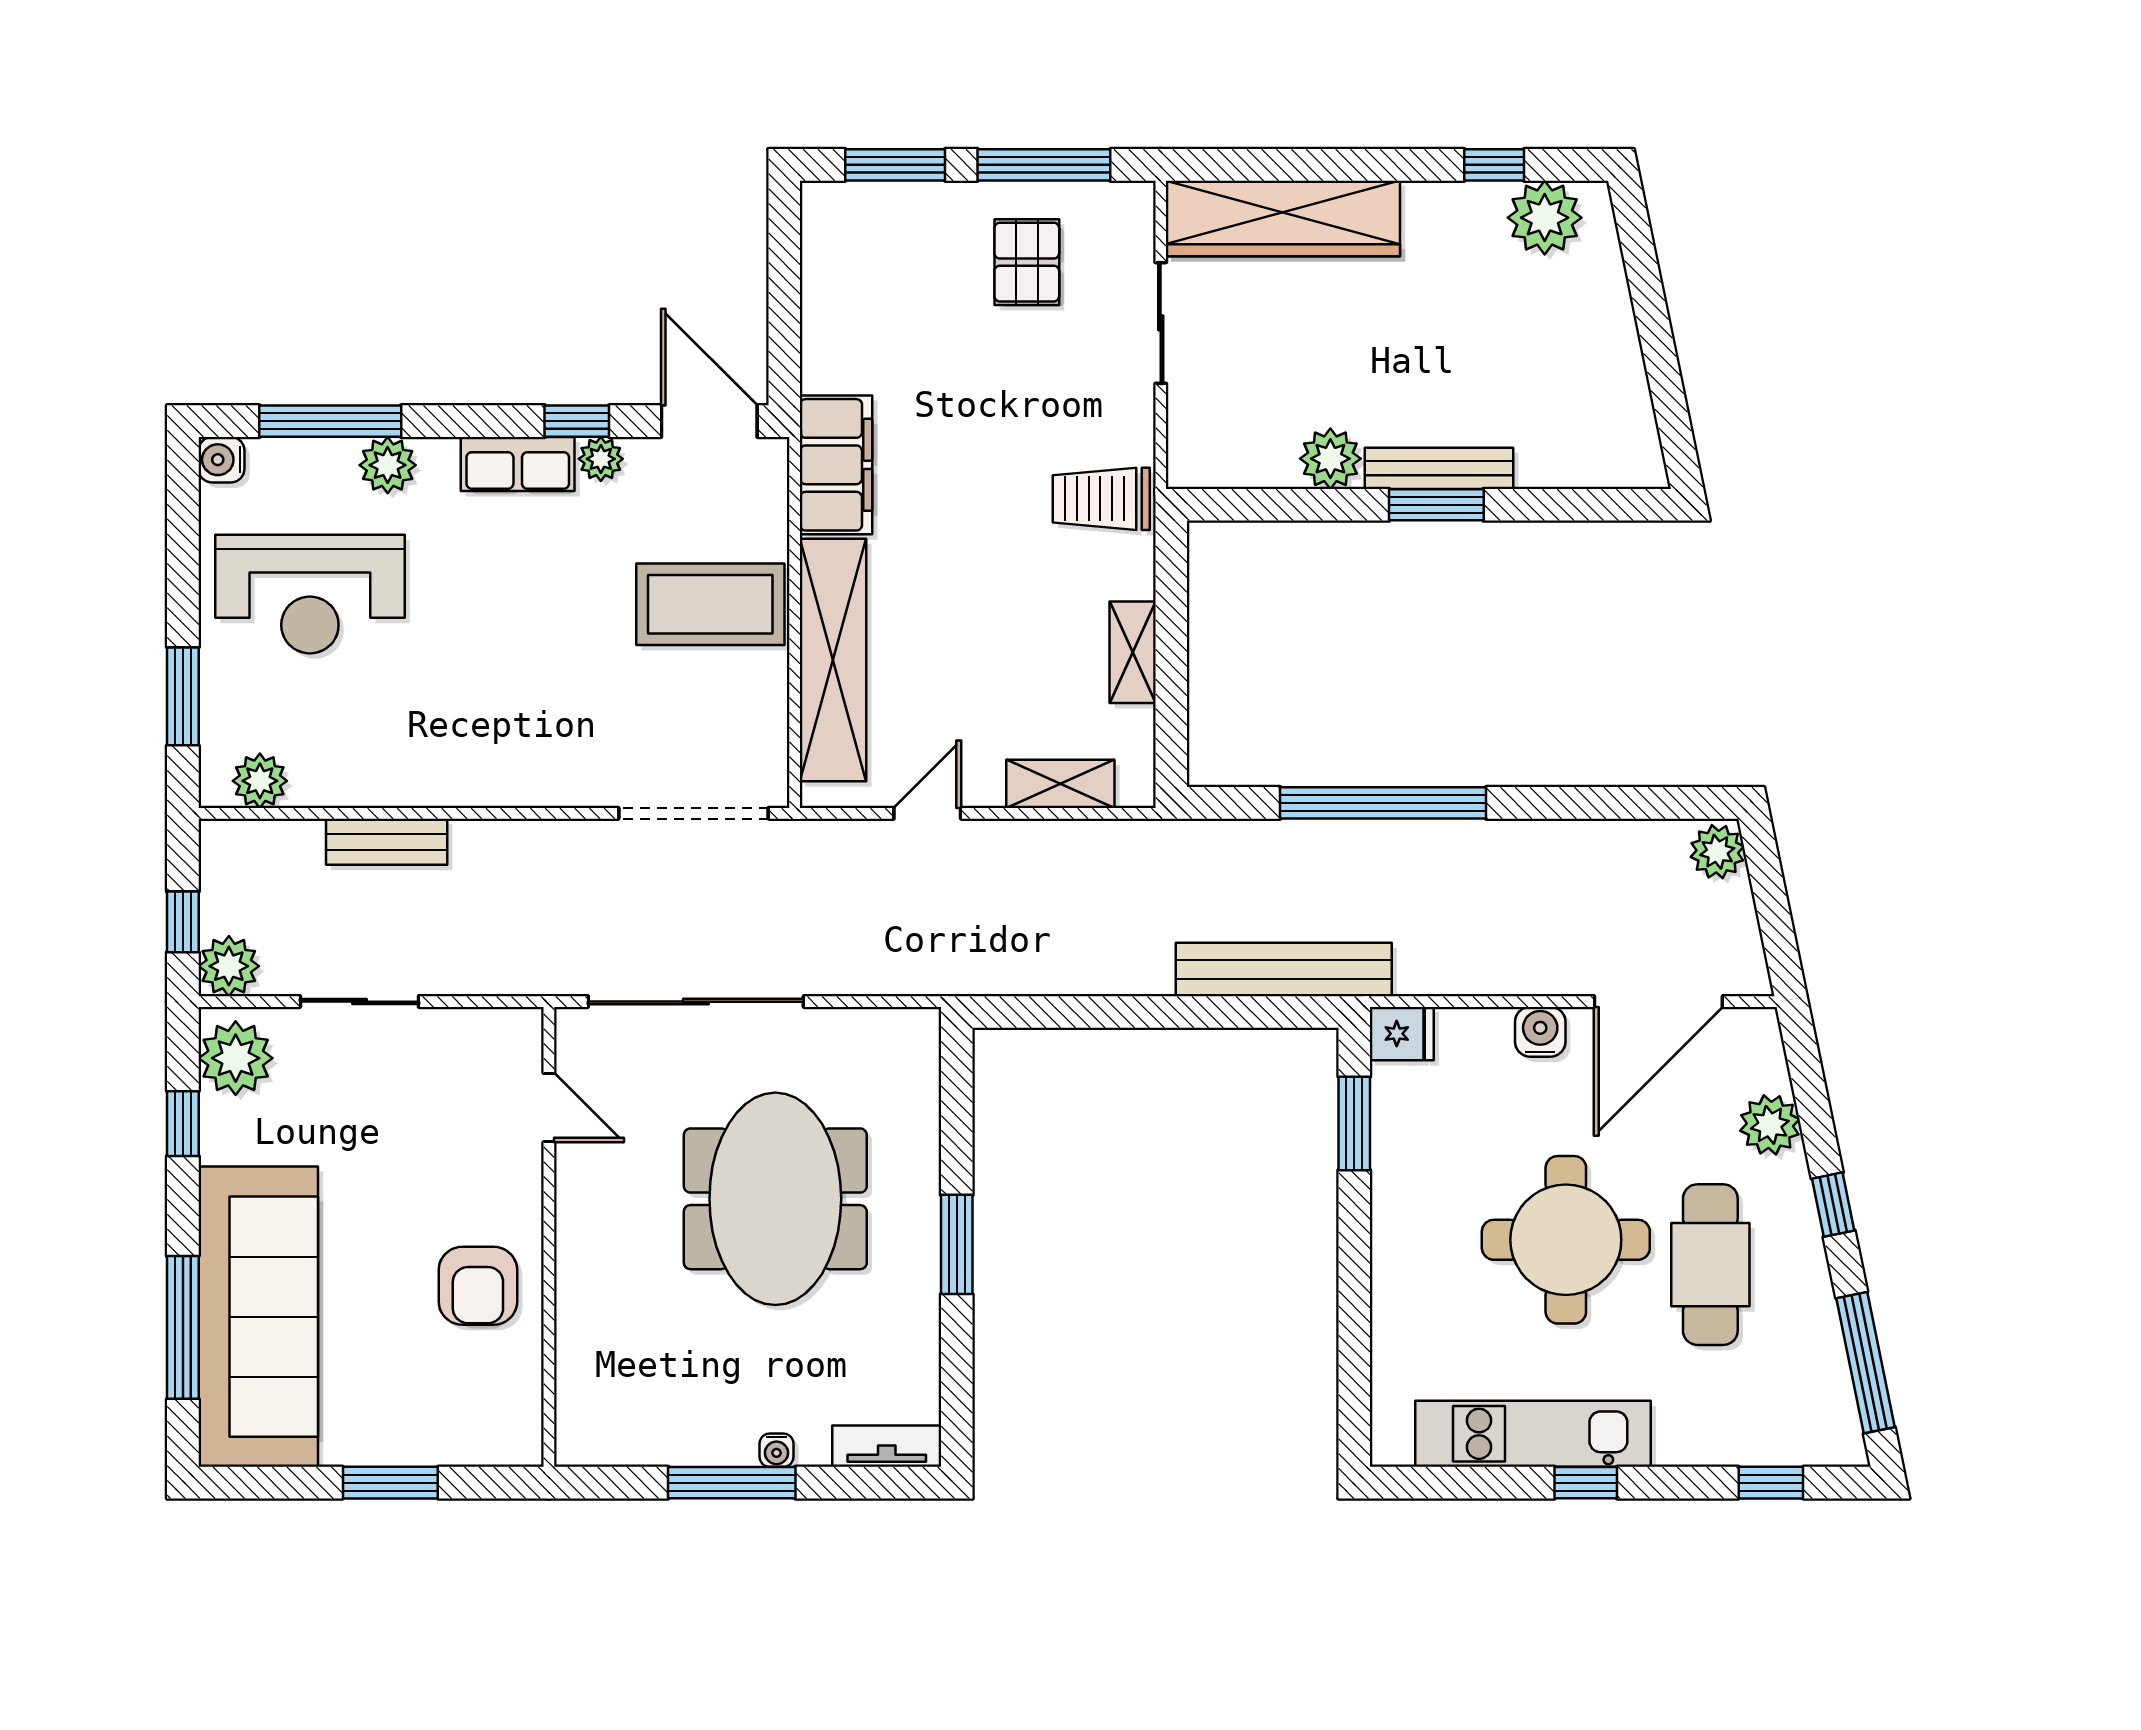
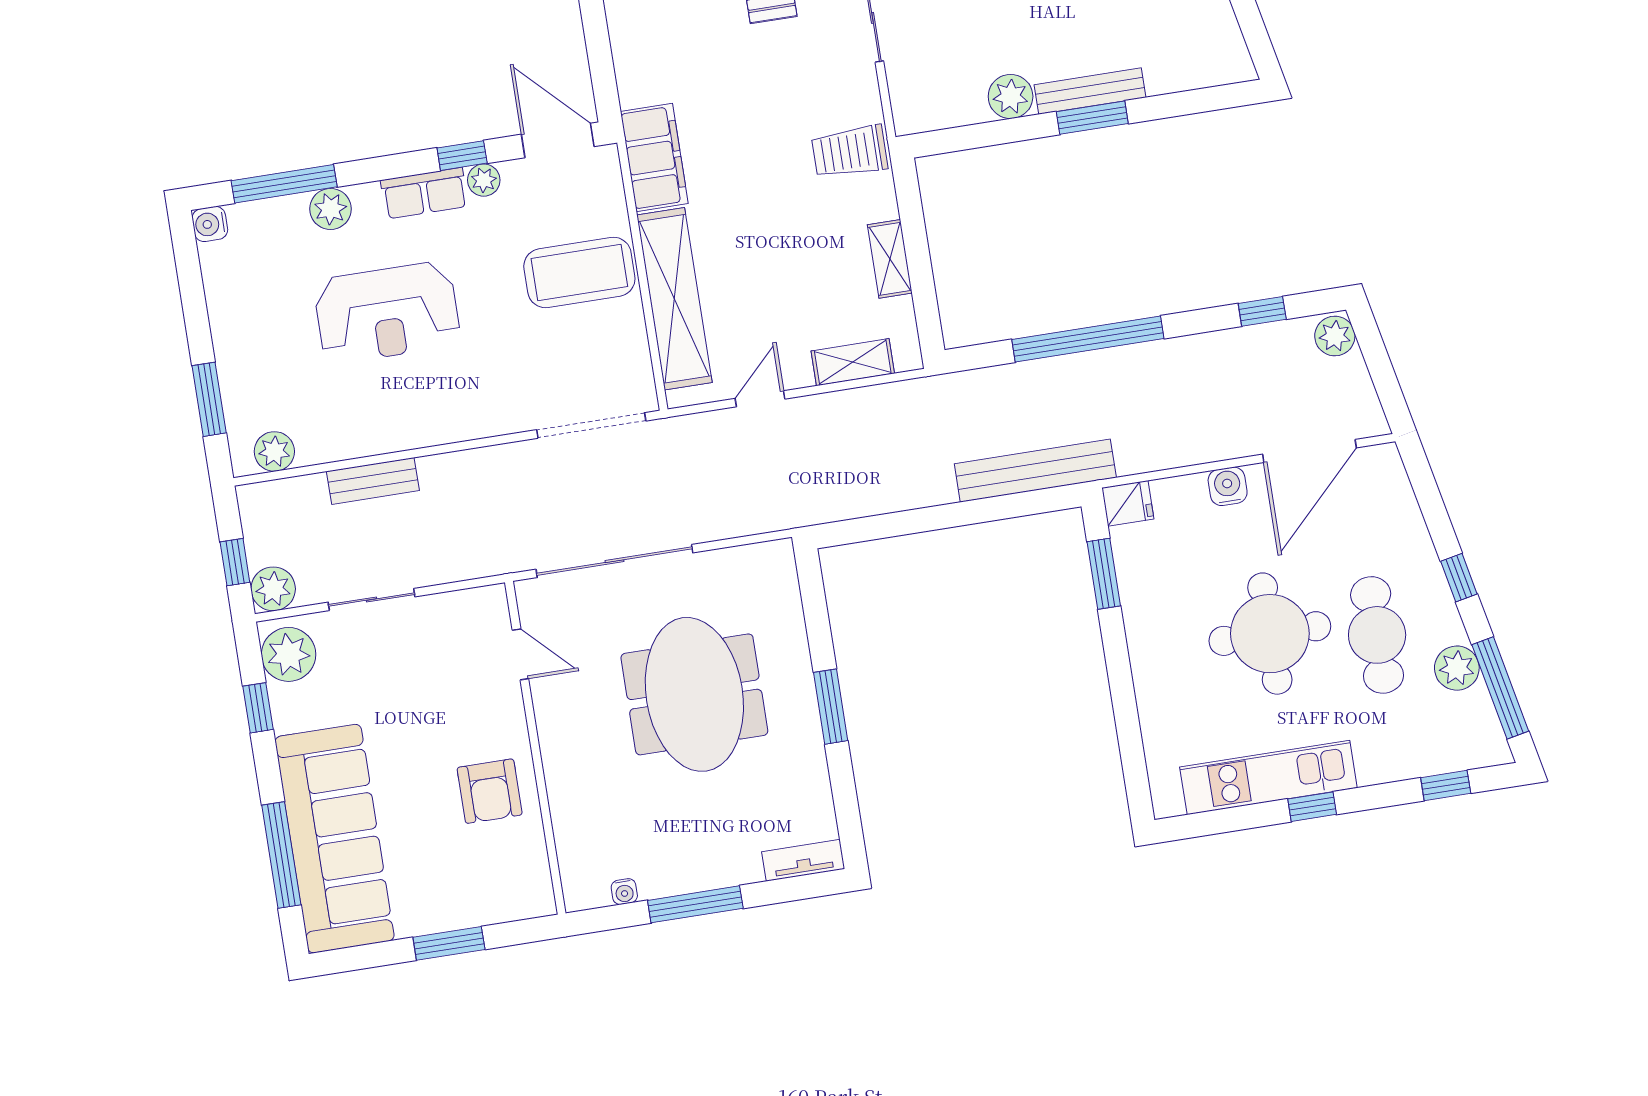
reception desk: (310, 594) -> (387, 313), moved
window: (1624, 803) -> (1262, 311), added
plant: (1770, 1125) -> (1457, 668), moved
water cooler: (777, 1450) -> (624, 892), moved

